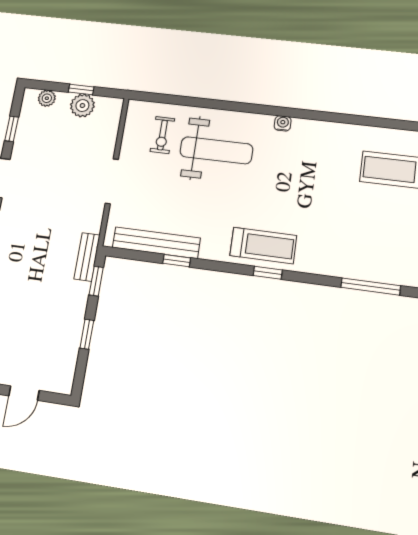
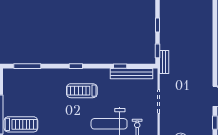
treadmill: (263, 245) -> (82, 91), moved

